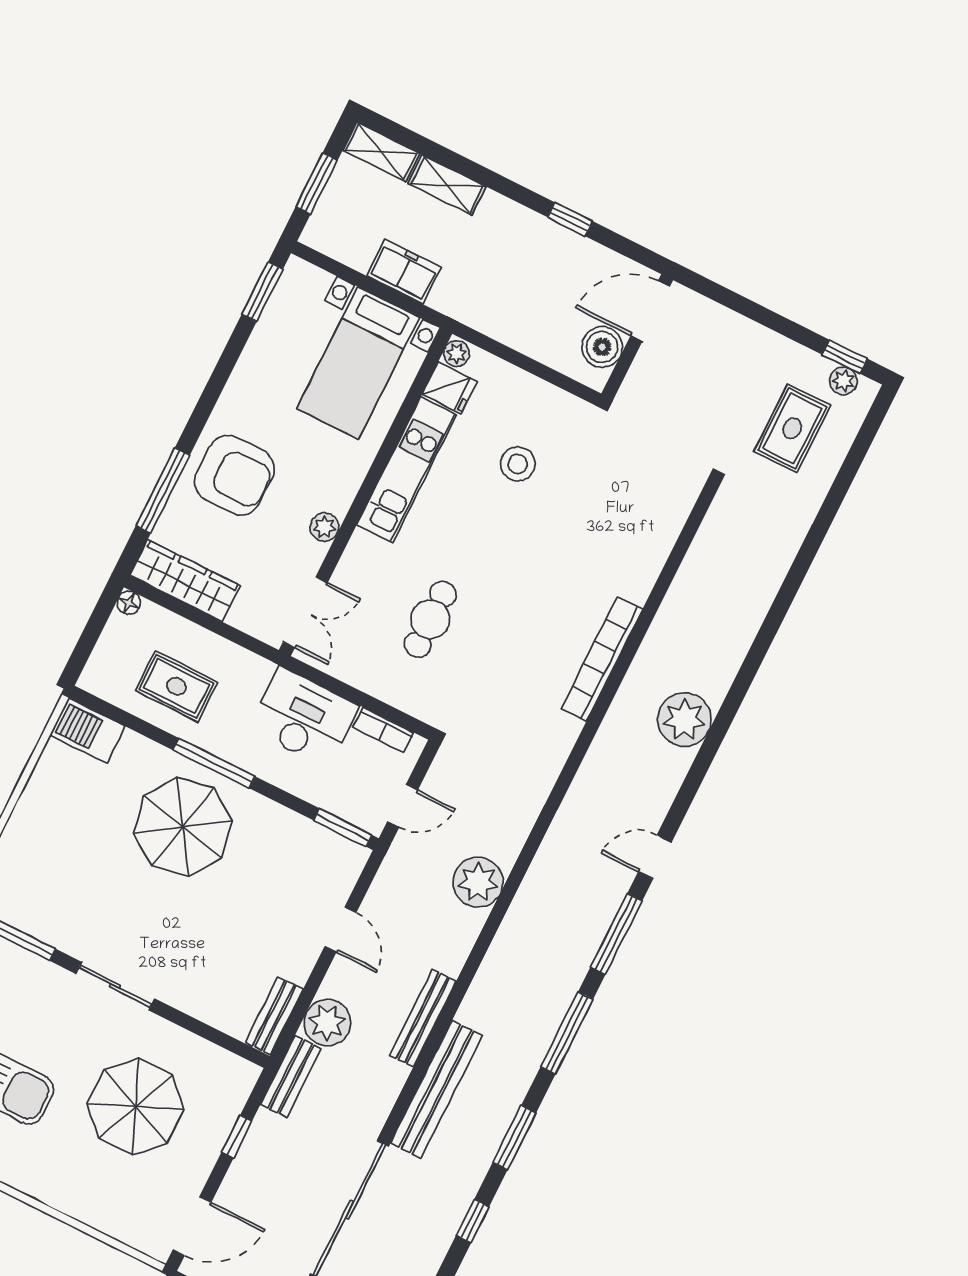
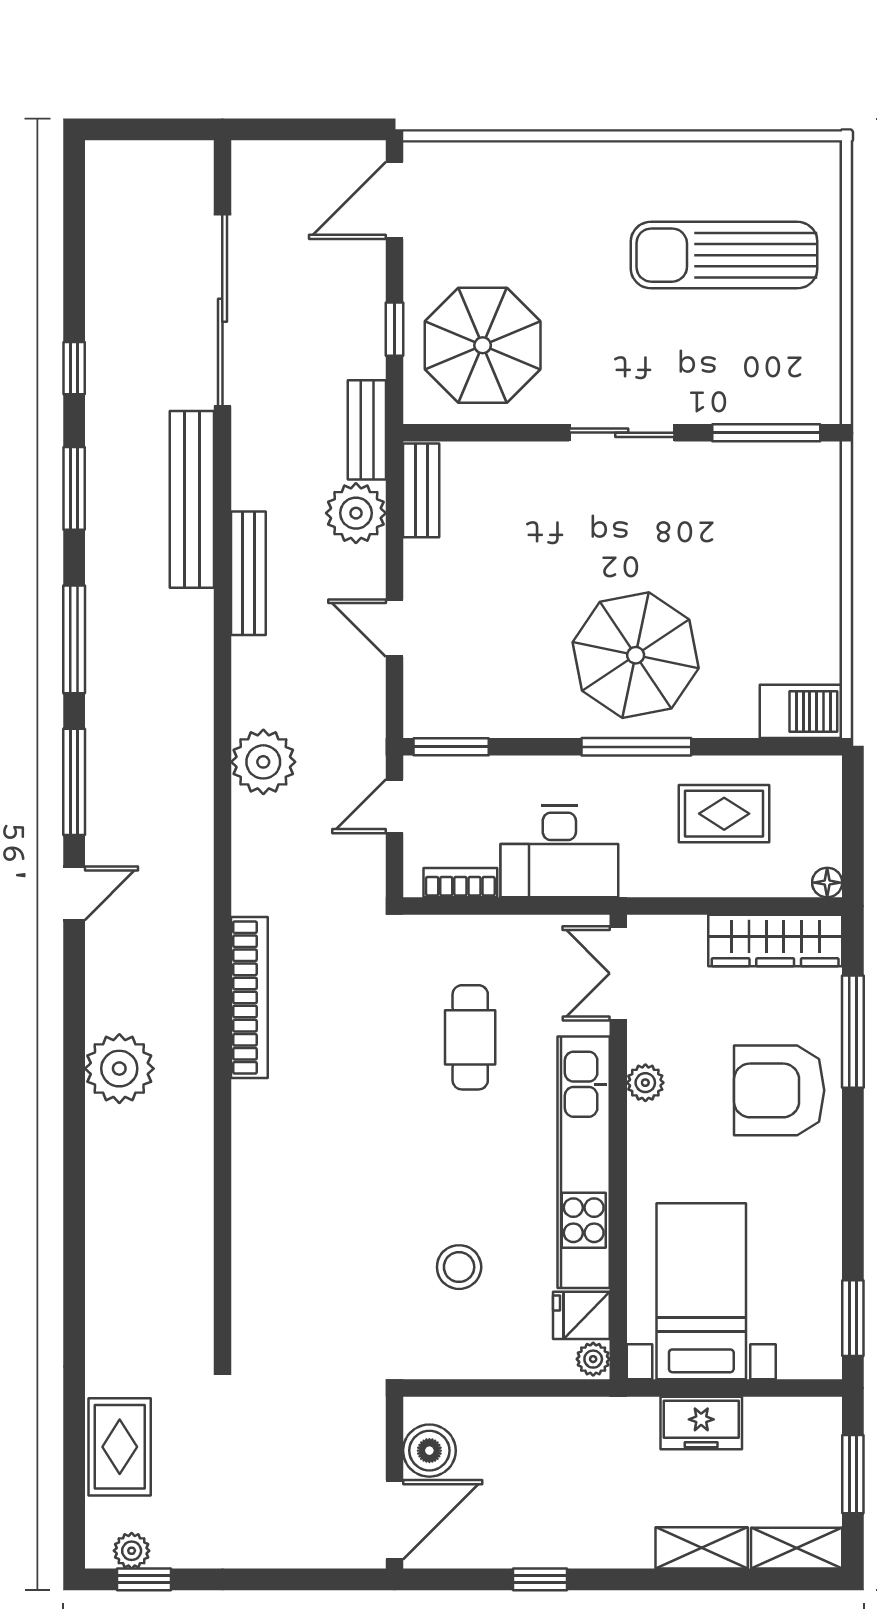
rug: (792, 428) -> (120, 1447), moved
kitchen unit: (407, 470) -> (584, 1162), width x1.36
bookcase: (602, 659) -> (249, 997), moved
parasol: (136, 1106) -> (483, 345), moved

